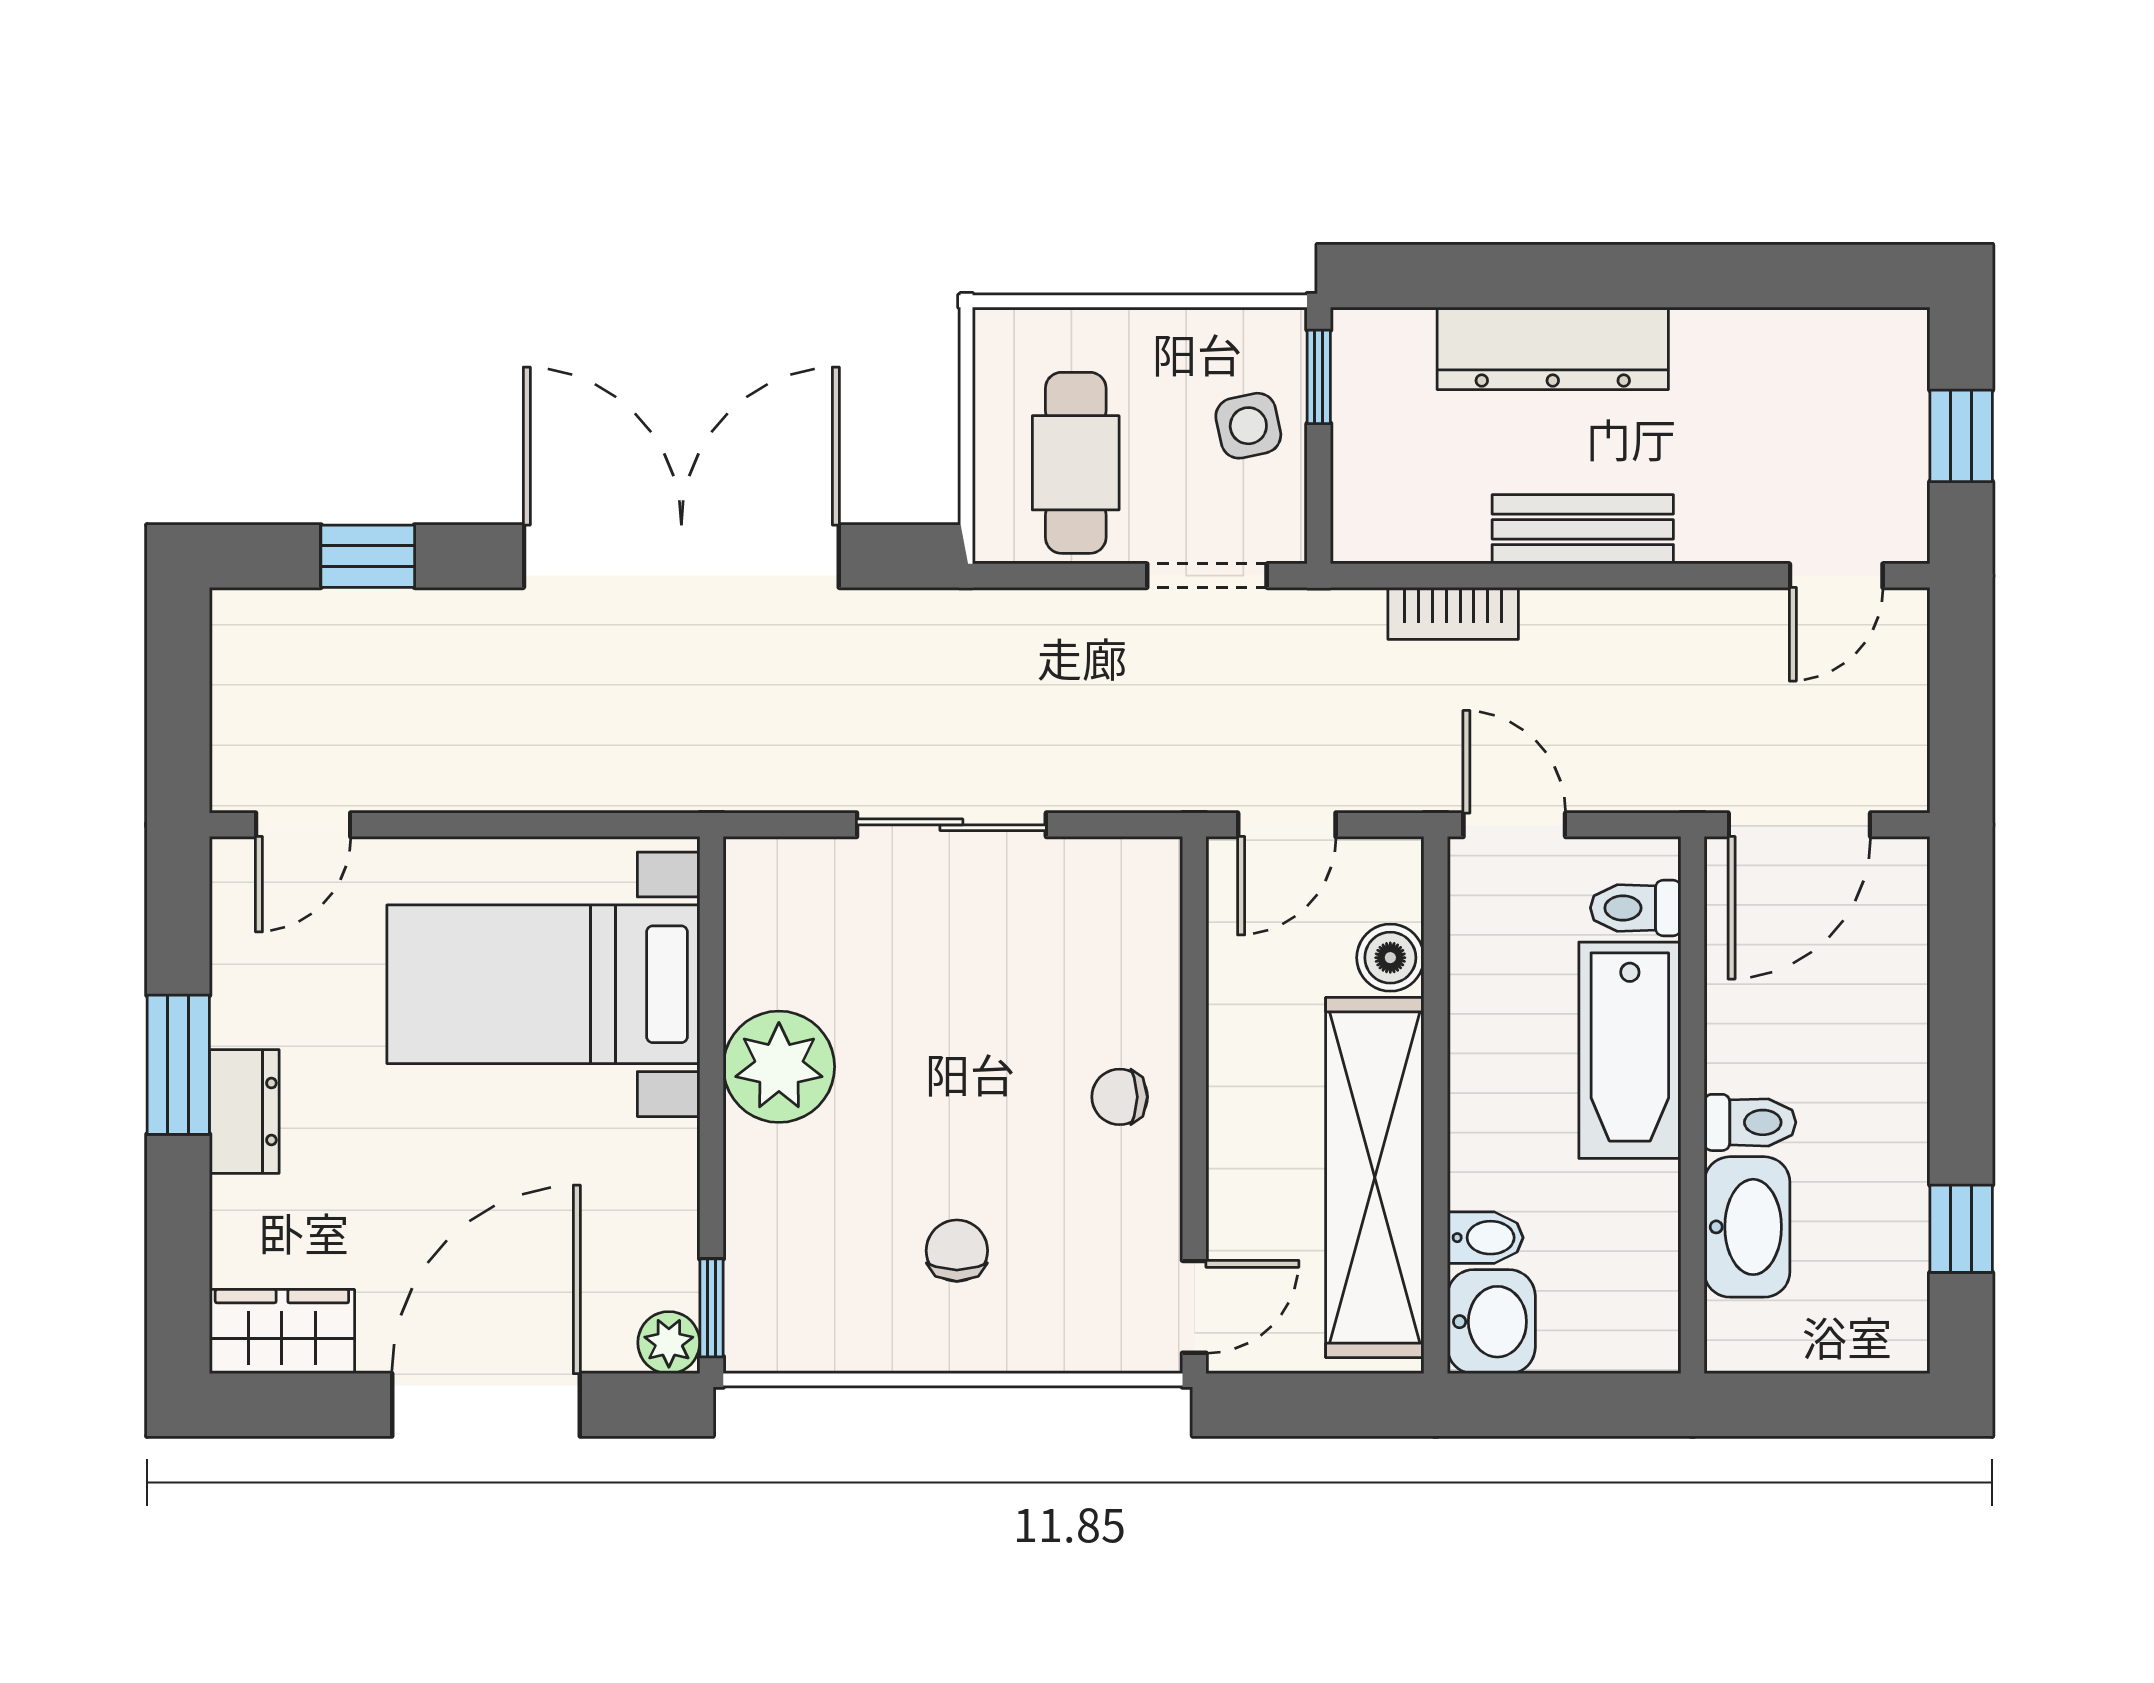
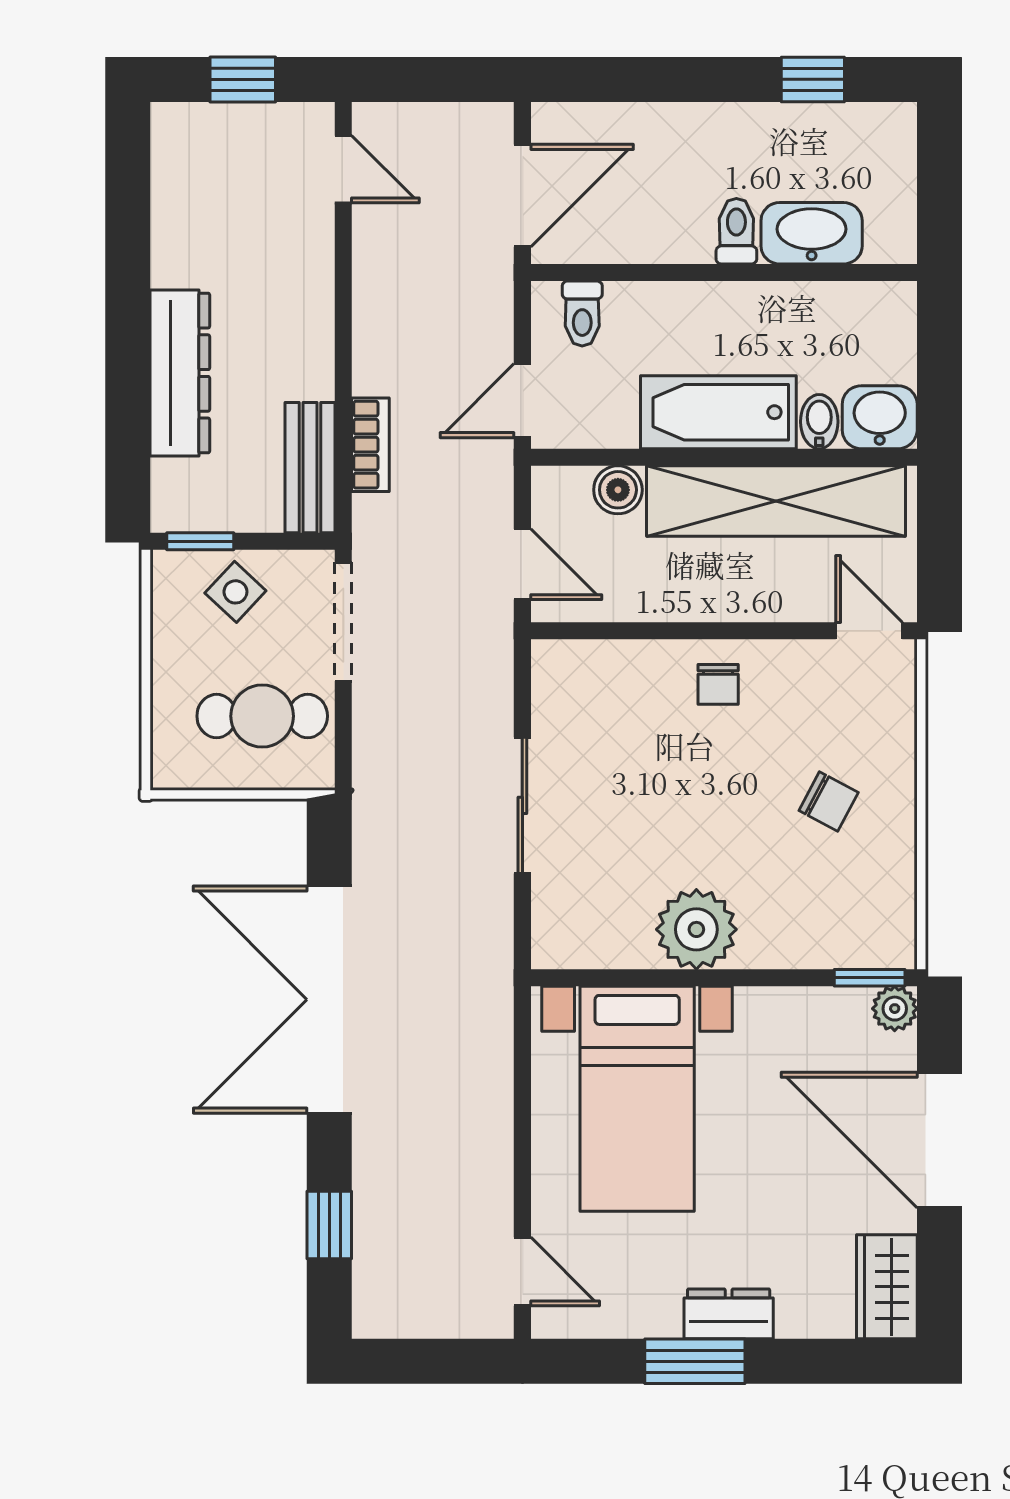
side table: (1248, 426) -> (235, 592), turned -35
bench: (1583, 529) -> (310, 468), moved
doorway: (1207, 576) -> (343, 622), width x1.38
door: (1799, 825) -> (522, 196), hinge flipped
bathtub: (1630, 1050) -> (718, 412), moved, turned 180
chair: (957, 1251) -> (829, 801), turned -152

